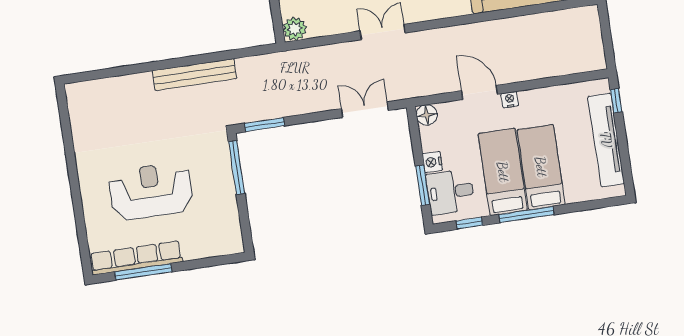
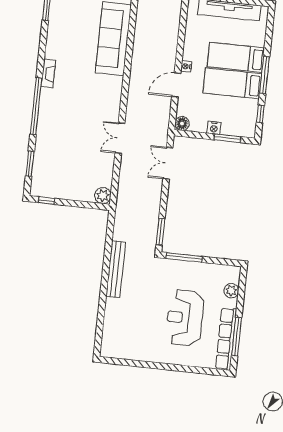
desk: (450, 192) -> (237, 121), removed
plant: (207, 247) -> (231, 291), added

